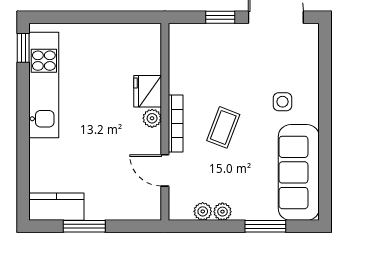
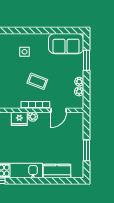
sofa: (299, 172) -> (66, 44), width x0.73
kitchen counter: (56, 207) -> (57, 171), moved, turned 90

